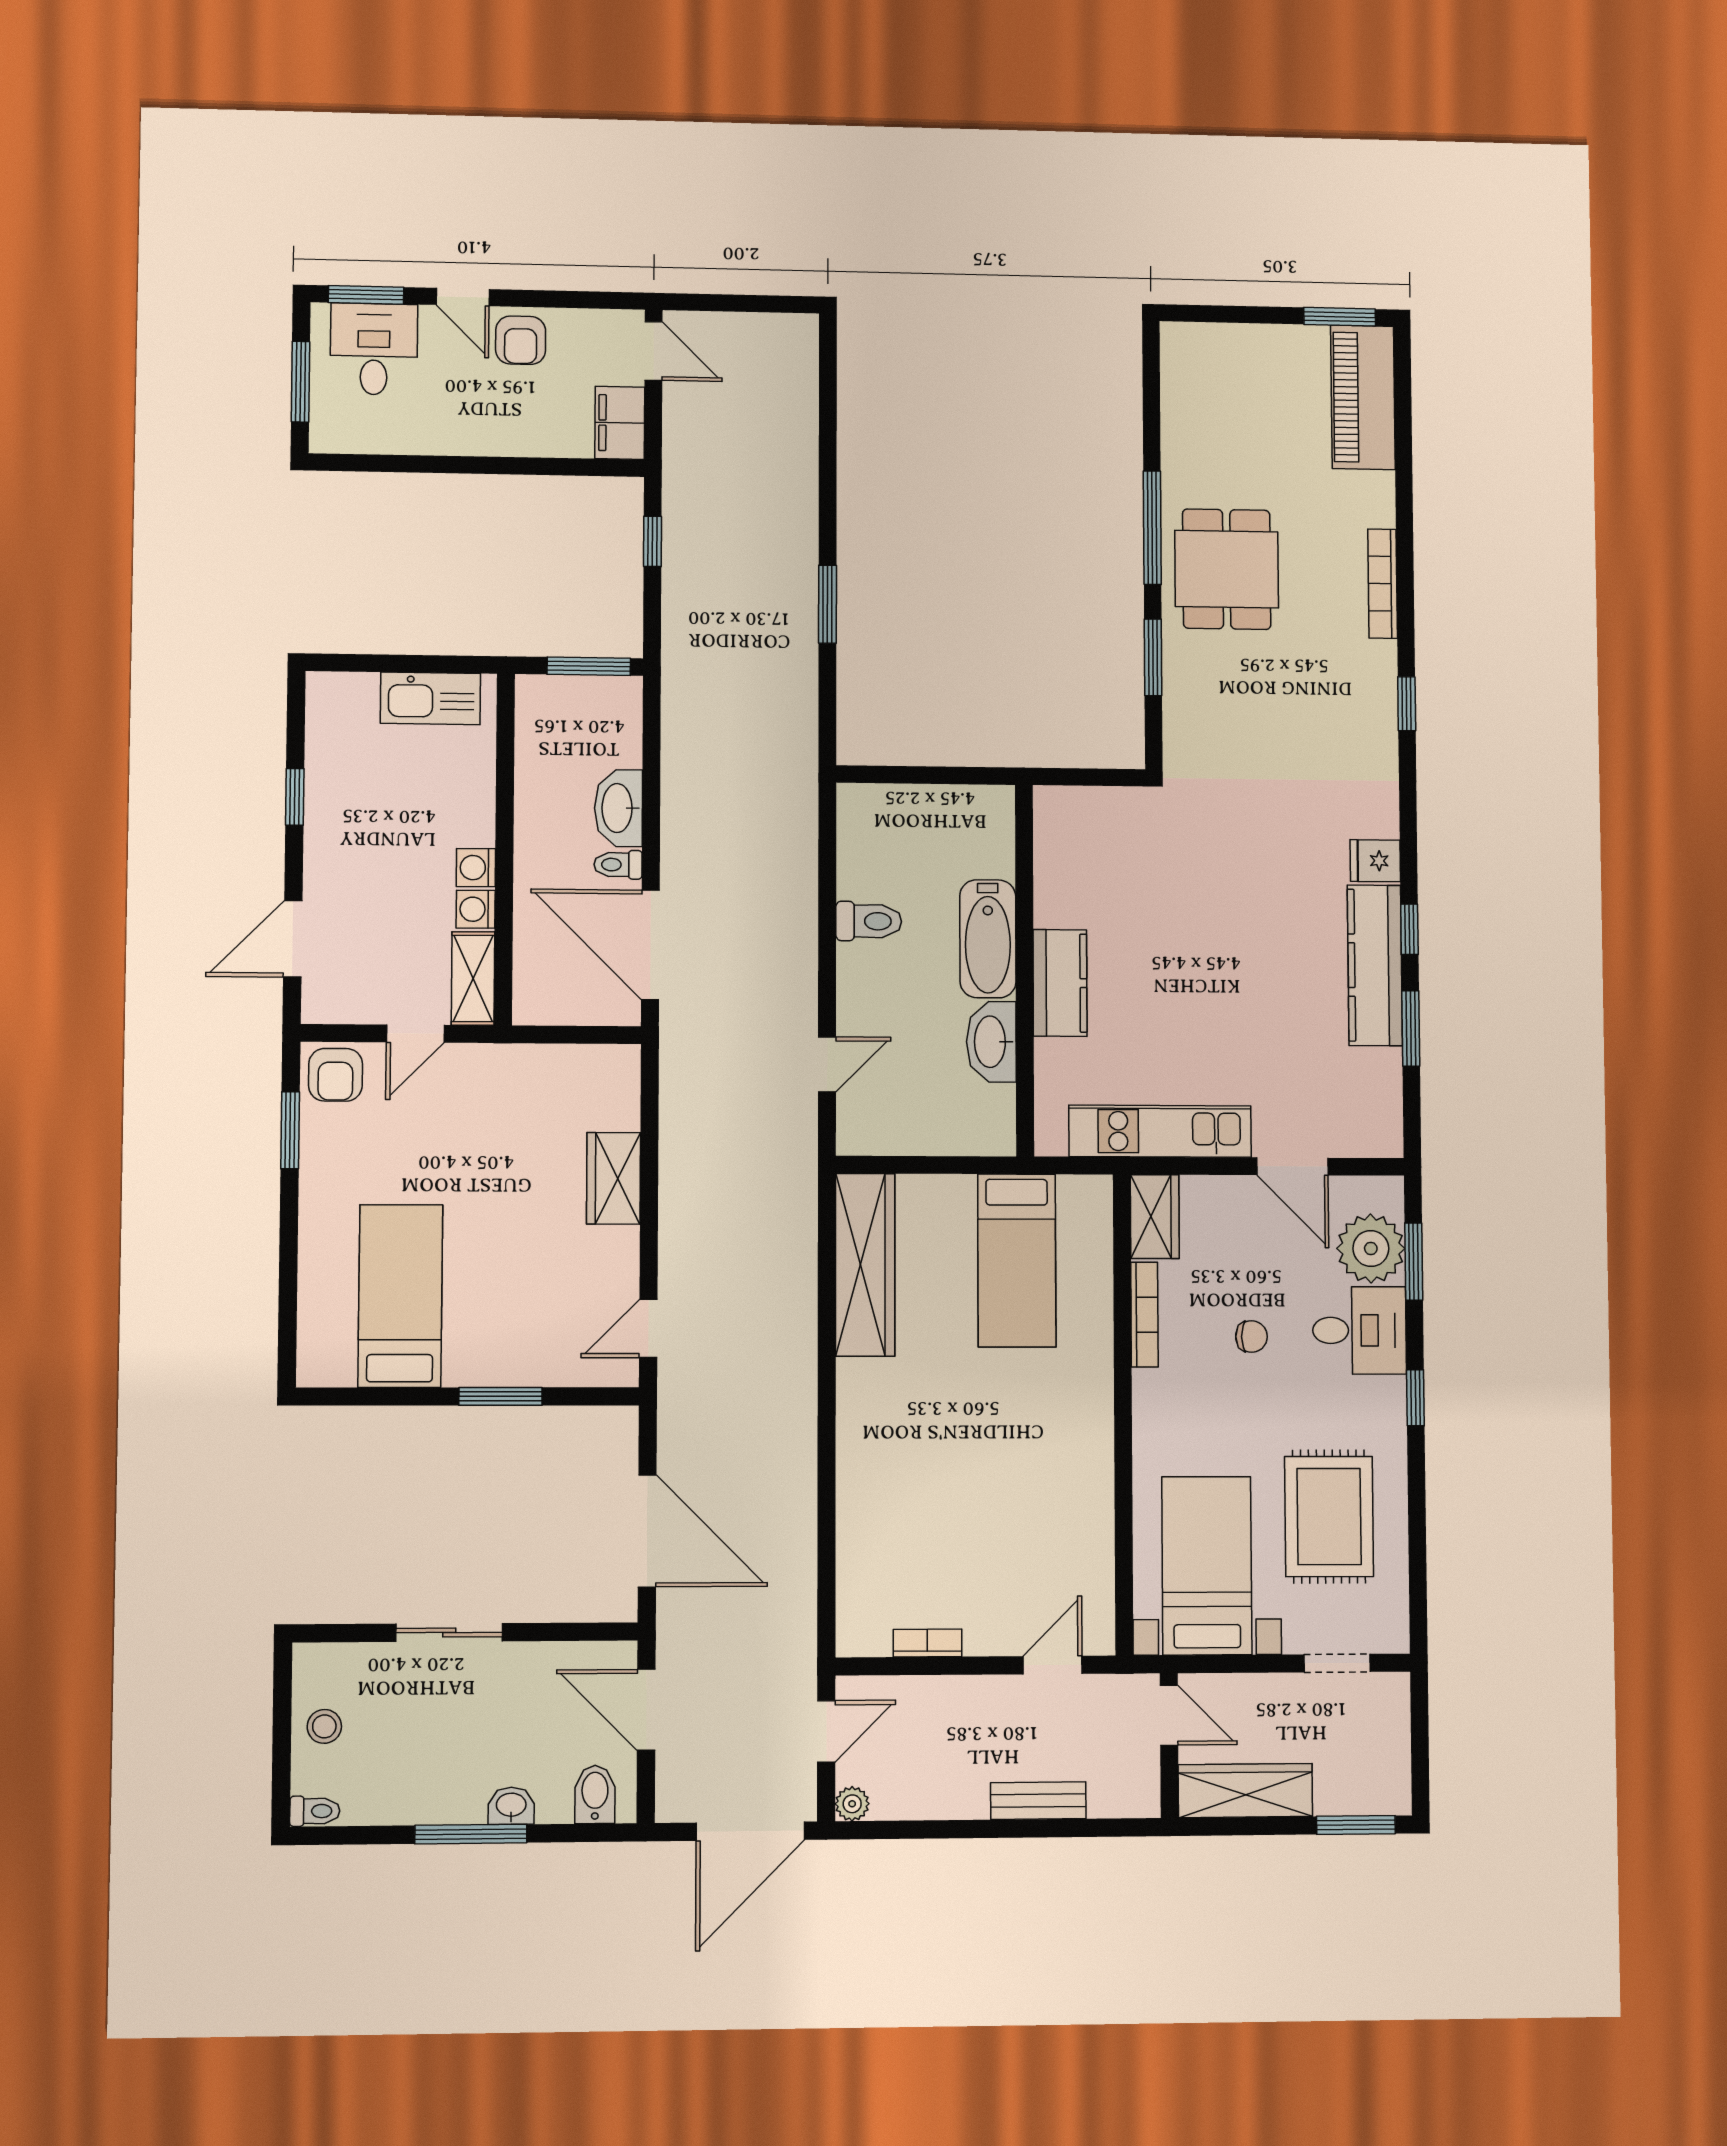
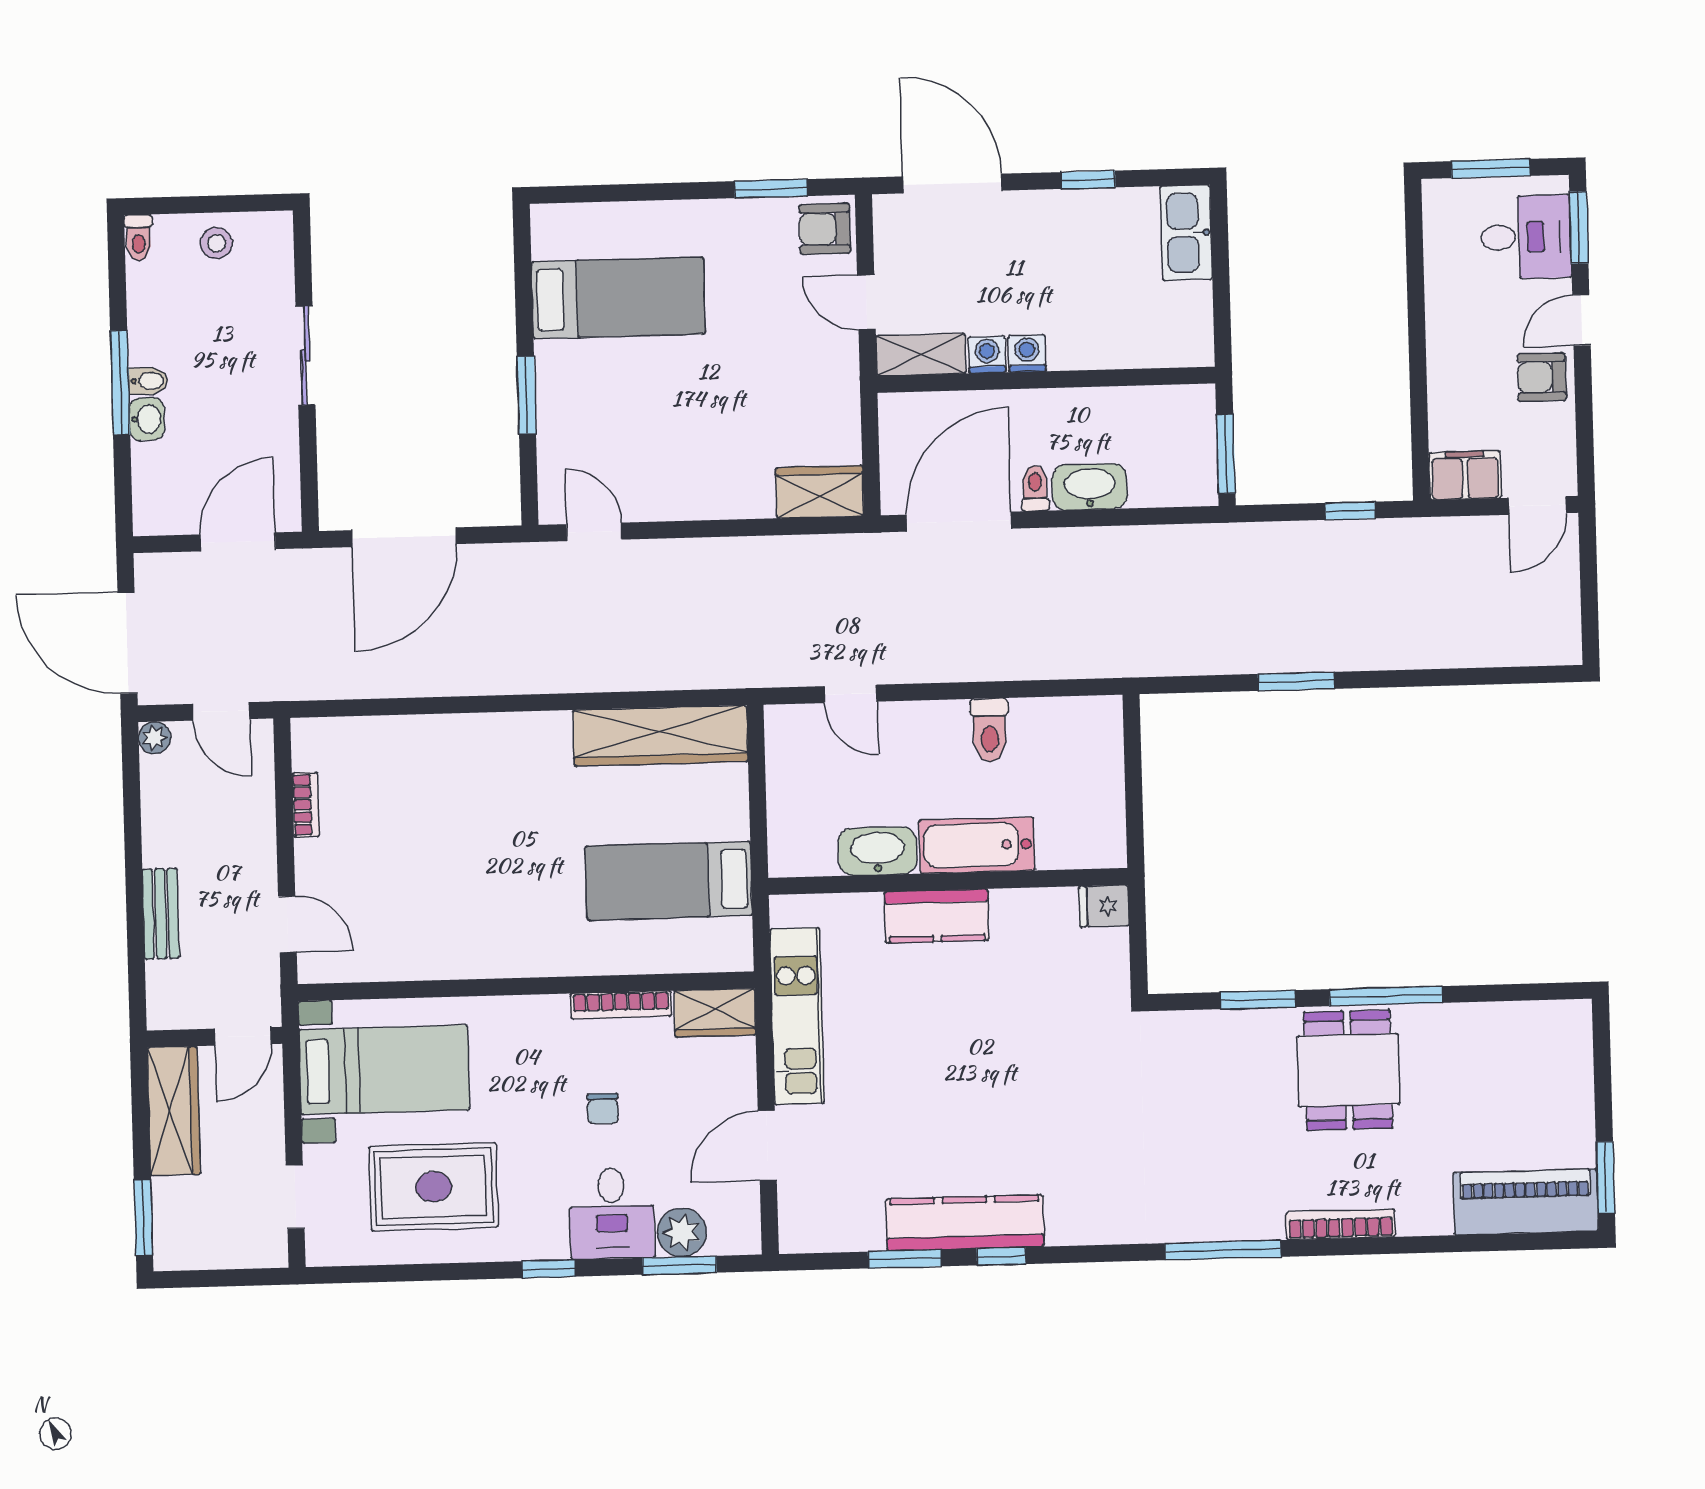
dining table: (1227, 569) -> (1348, 1070), turned 90
kitchen sink: (430, 698) -> (1186, 233), moved
window: (1407, 704) -> (1223, 1250), width x2.17
fridge: (1375, 861) -> (1104, 906), moved, turned -90
door: (293, 939) -> (952, 184), width x1.36
wardrobe: (614, 1178) -> (820, 492), moved
plant: (1371, 1248) -> (682, 1232), width x0.73, depth x0.73
bidet: (595, 1794) -> (148, 381), moved, width x0.72, depth x0.74

